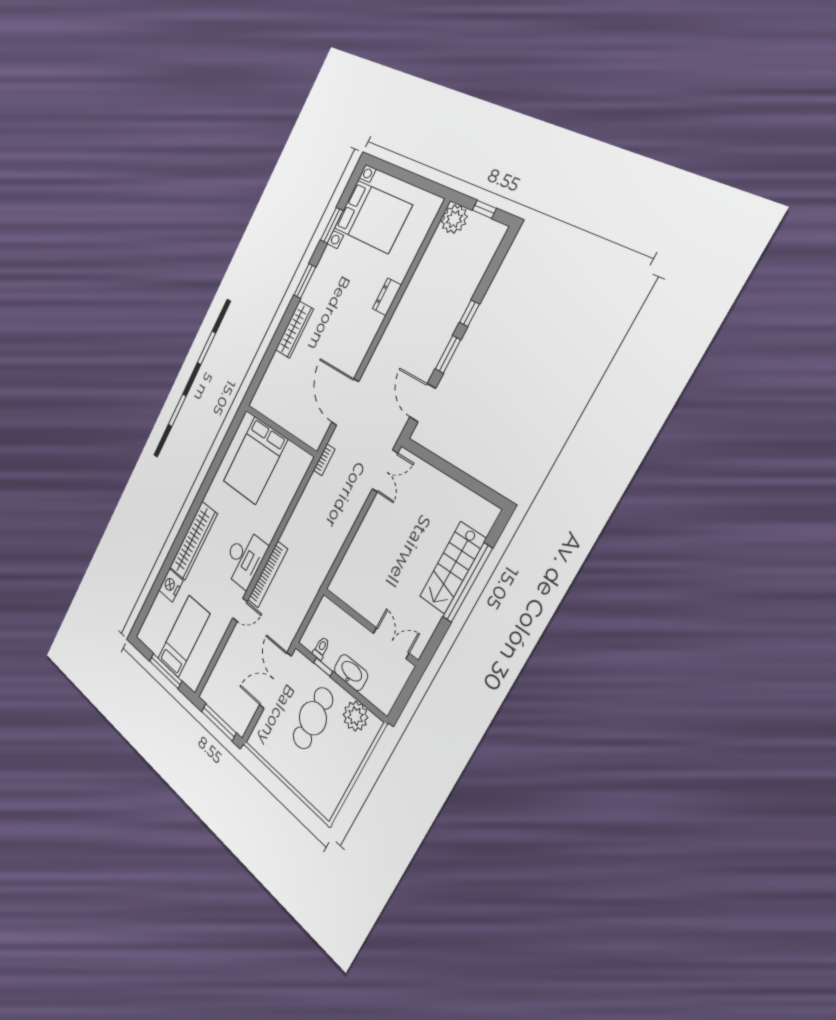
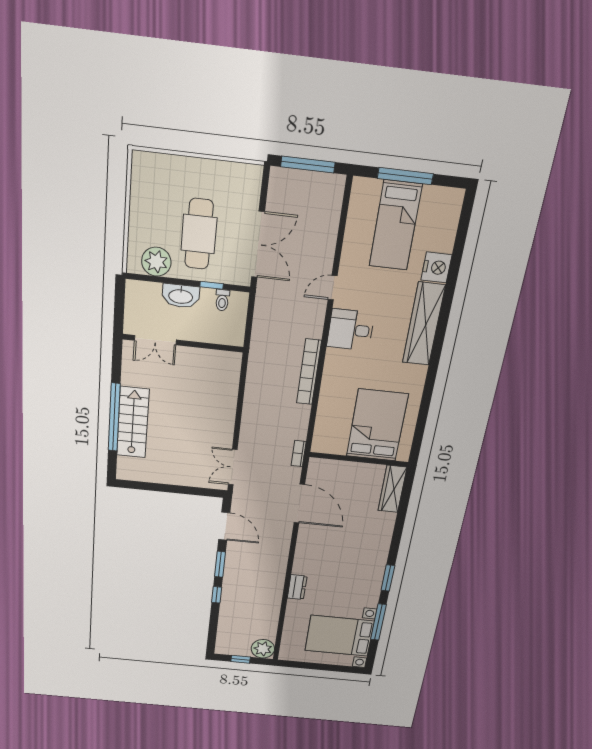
window: (332, 225) -> (378, 622), width x1.44
wardrobe: (294, 330) -> (392, 489), moved
desk: (245, 558) -> (351, 330), width x0.73
bookcase: (268, 574) -> (309, 372), moved

